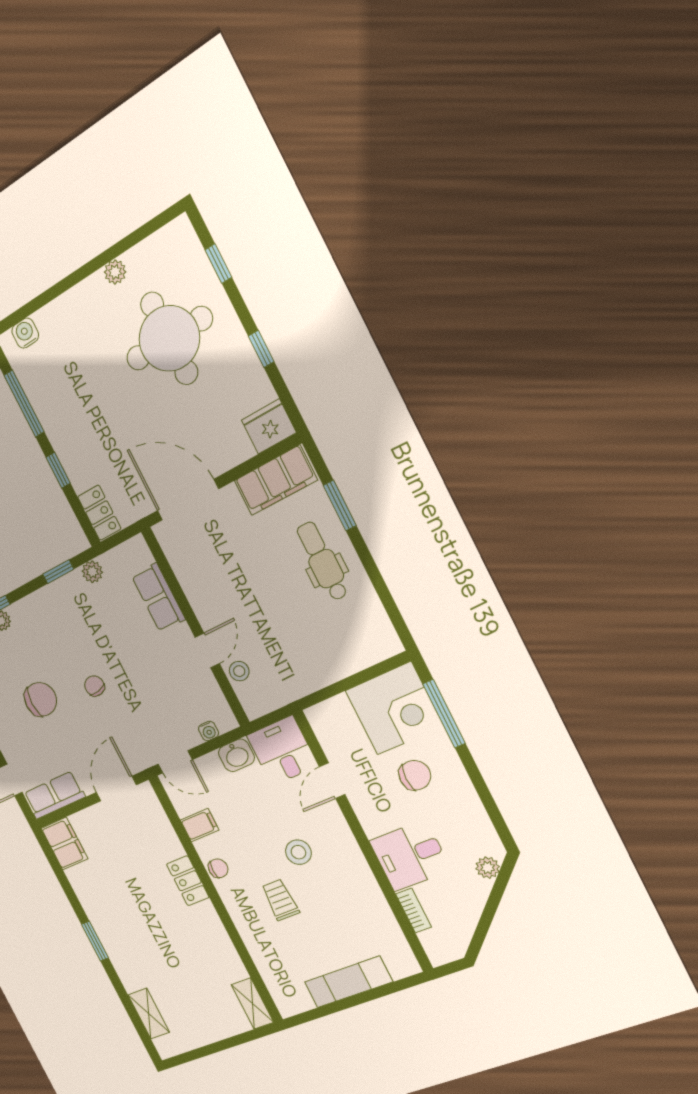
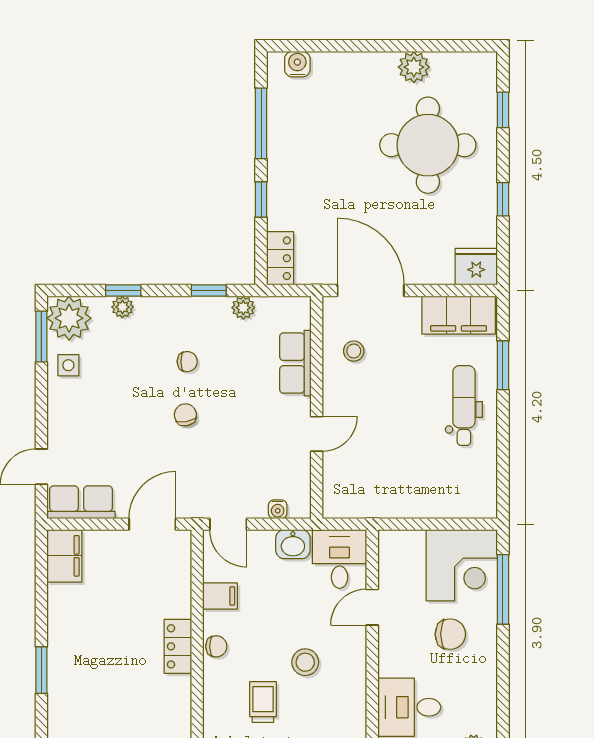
plant: (115, 272) -> (414, 67), width x1.38, depth x1.38
stool: (239, 671) -> (354, 351), moved
chair: (41, 699) -> (187, 362), moved, width x0.54, depth x0.54

